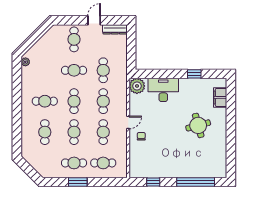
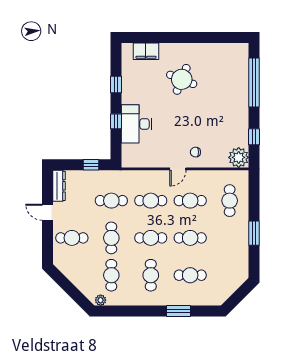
window: (131, 54) -> (91, 165), added
window: (165, 74) -> (116, 121), added
plant: (137, 86) -> (239, 157), moved
door: (128, 122) -> (178, 169), swing flipped
window: (17, 123) -> (179, 311), added
round table: (198, 125) -> (182, 79), turned 37
cafe table: (74, 163) -> (111, 275), moved

